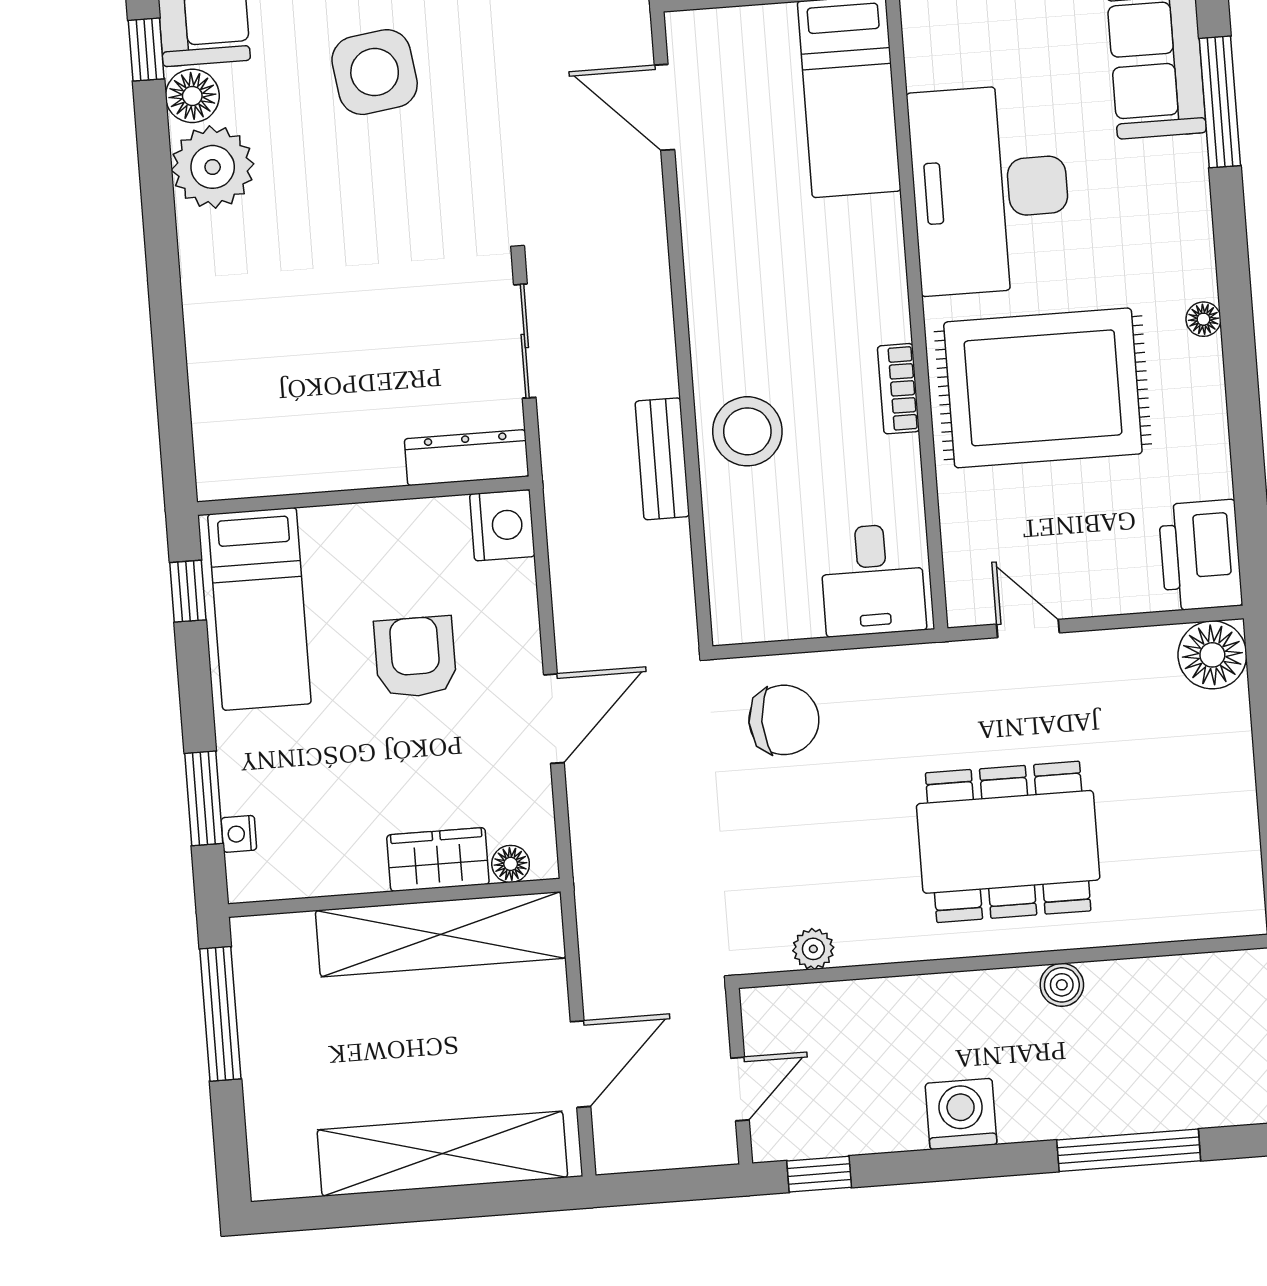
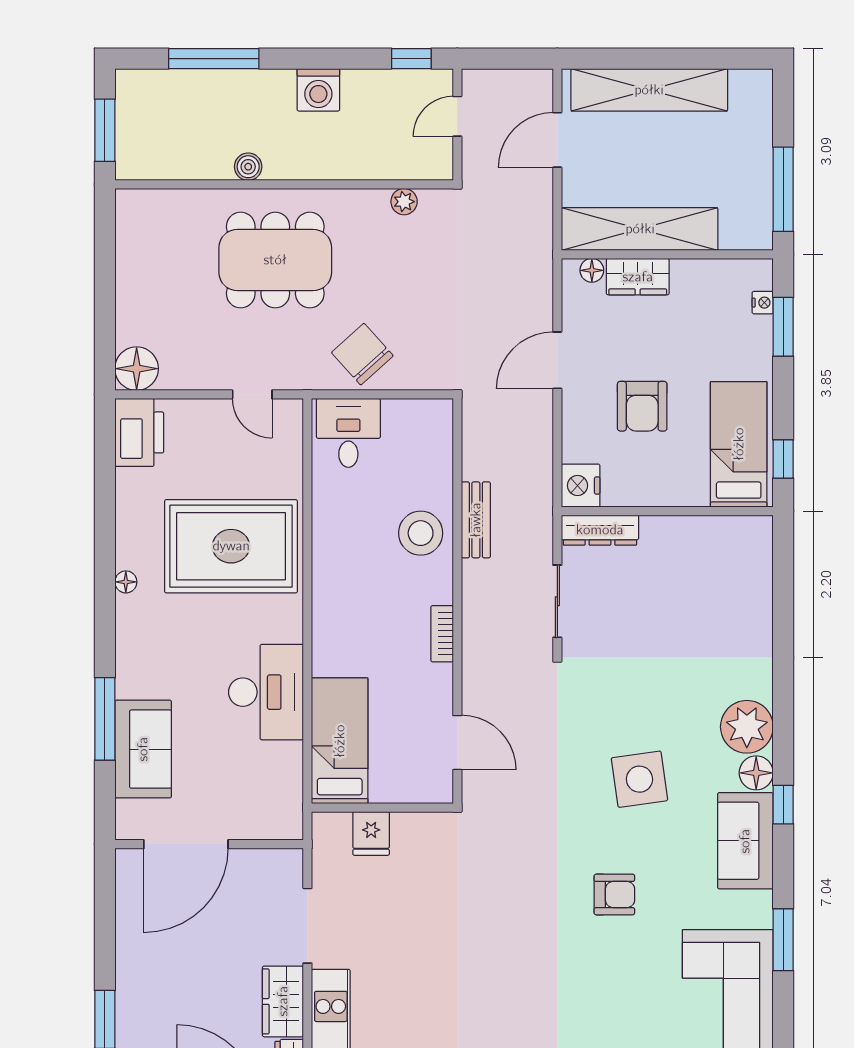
desk: (990, 189) -> (266, 692), width x0.73, depth x0.77
bookcase: (898, 389) -> (442, 634), moved, turned 180
chair: (784, 720) -> (362, 354), moved, turned 48

